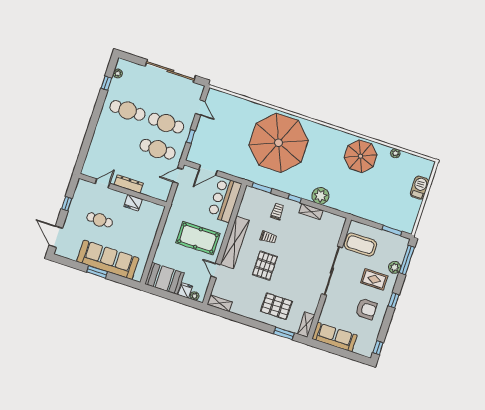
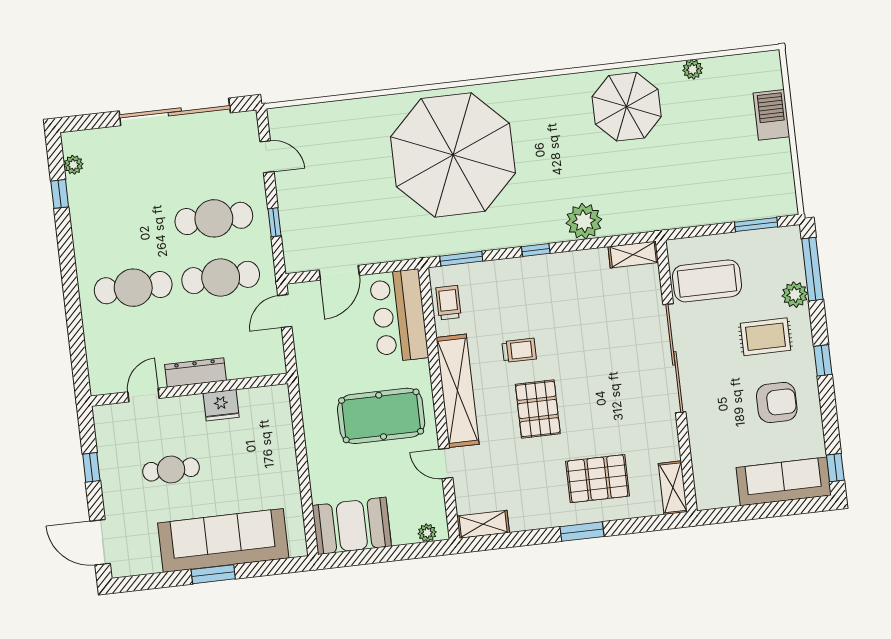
cafe table: (128, 110) -> (133, 288), moved
trolley: (277, 212) -> (448, 303), moved
shelving: (311, 212) -> (633, 255), moved
fridge: (185, 290) -> (404, 531), removed
window: (284, 333) -> (582, 532), moved
sofa: (335, 337) -> (784, 481), moved

